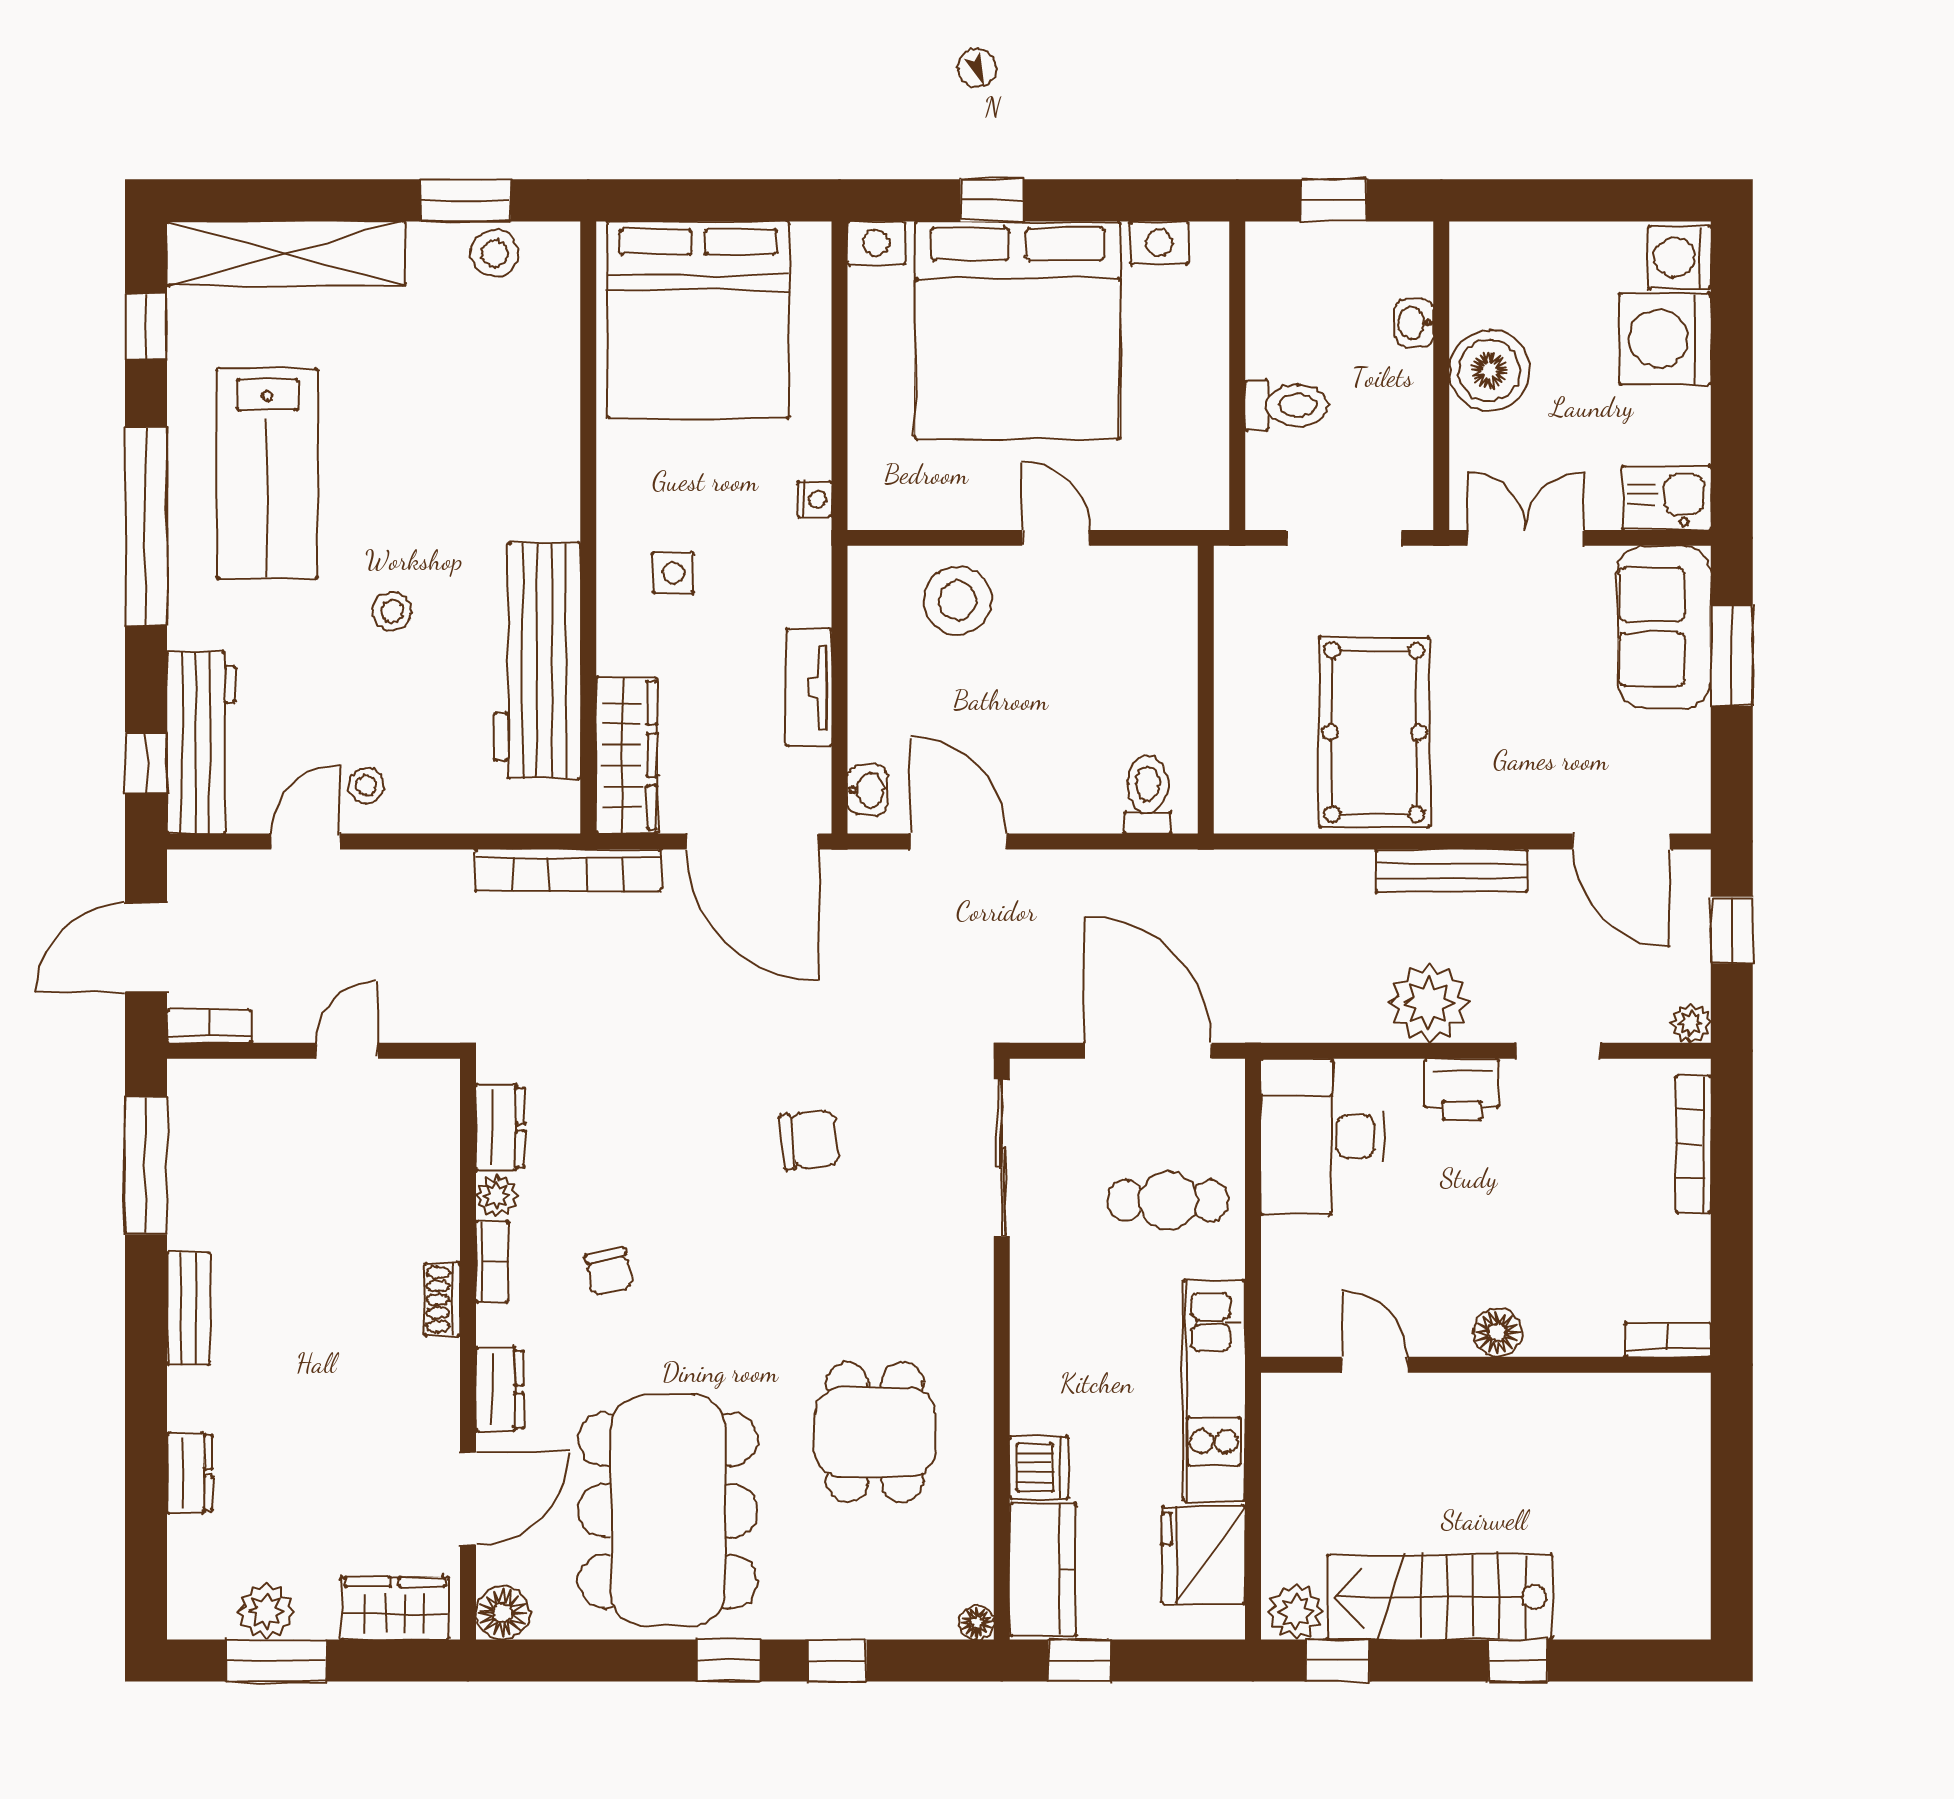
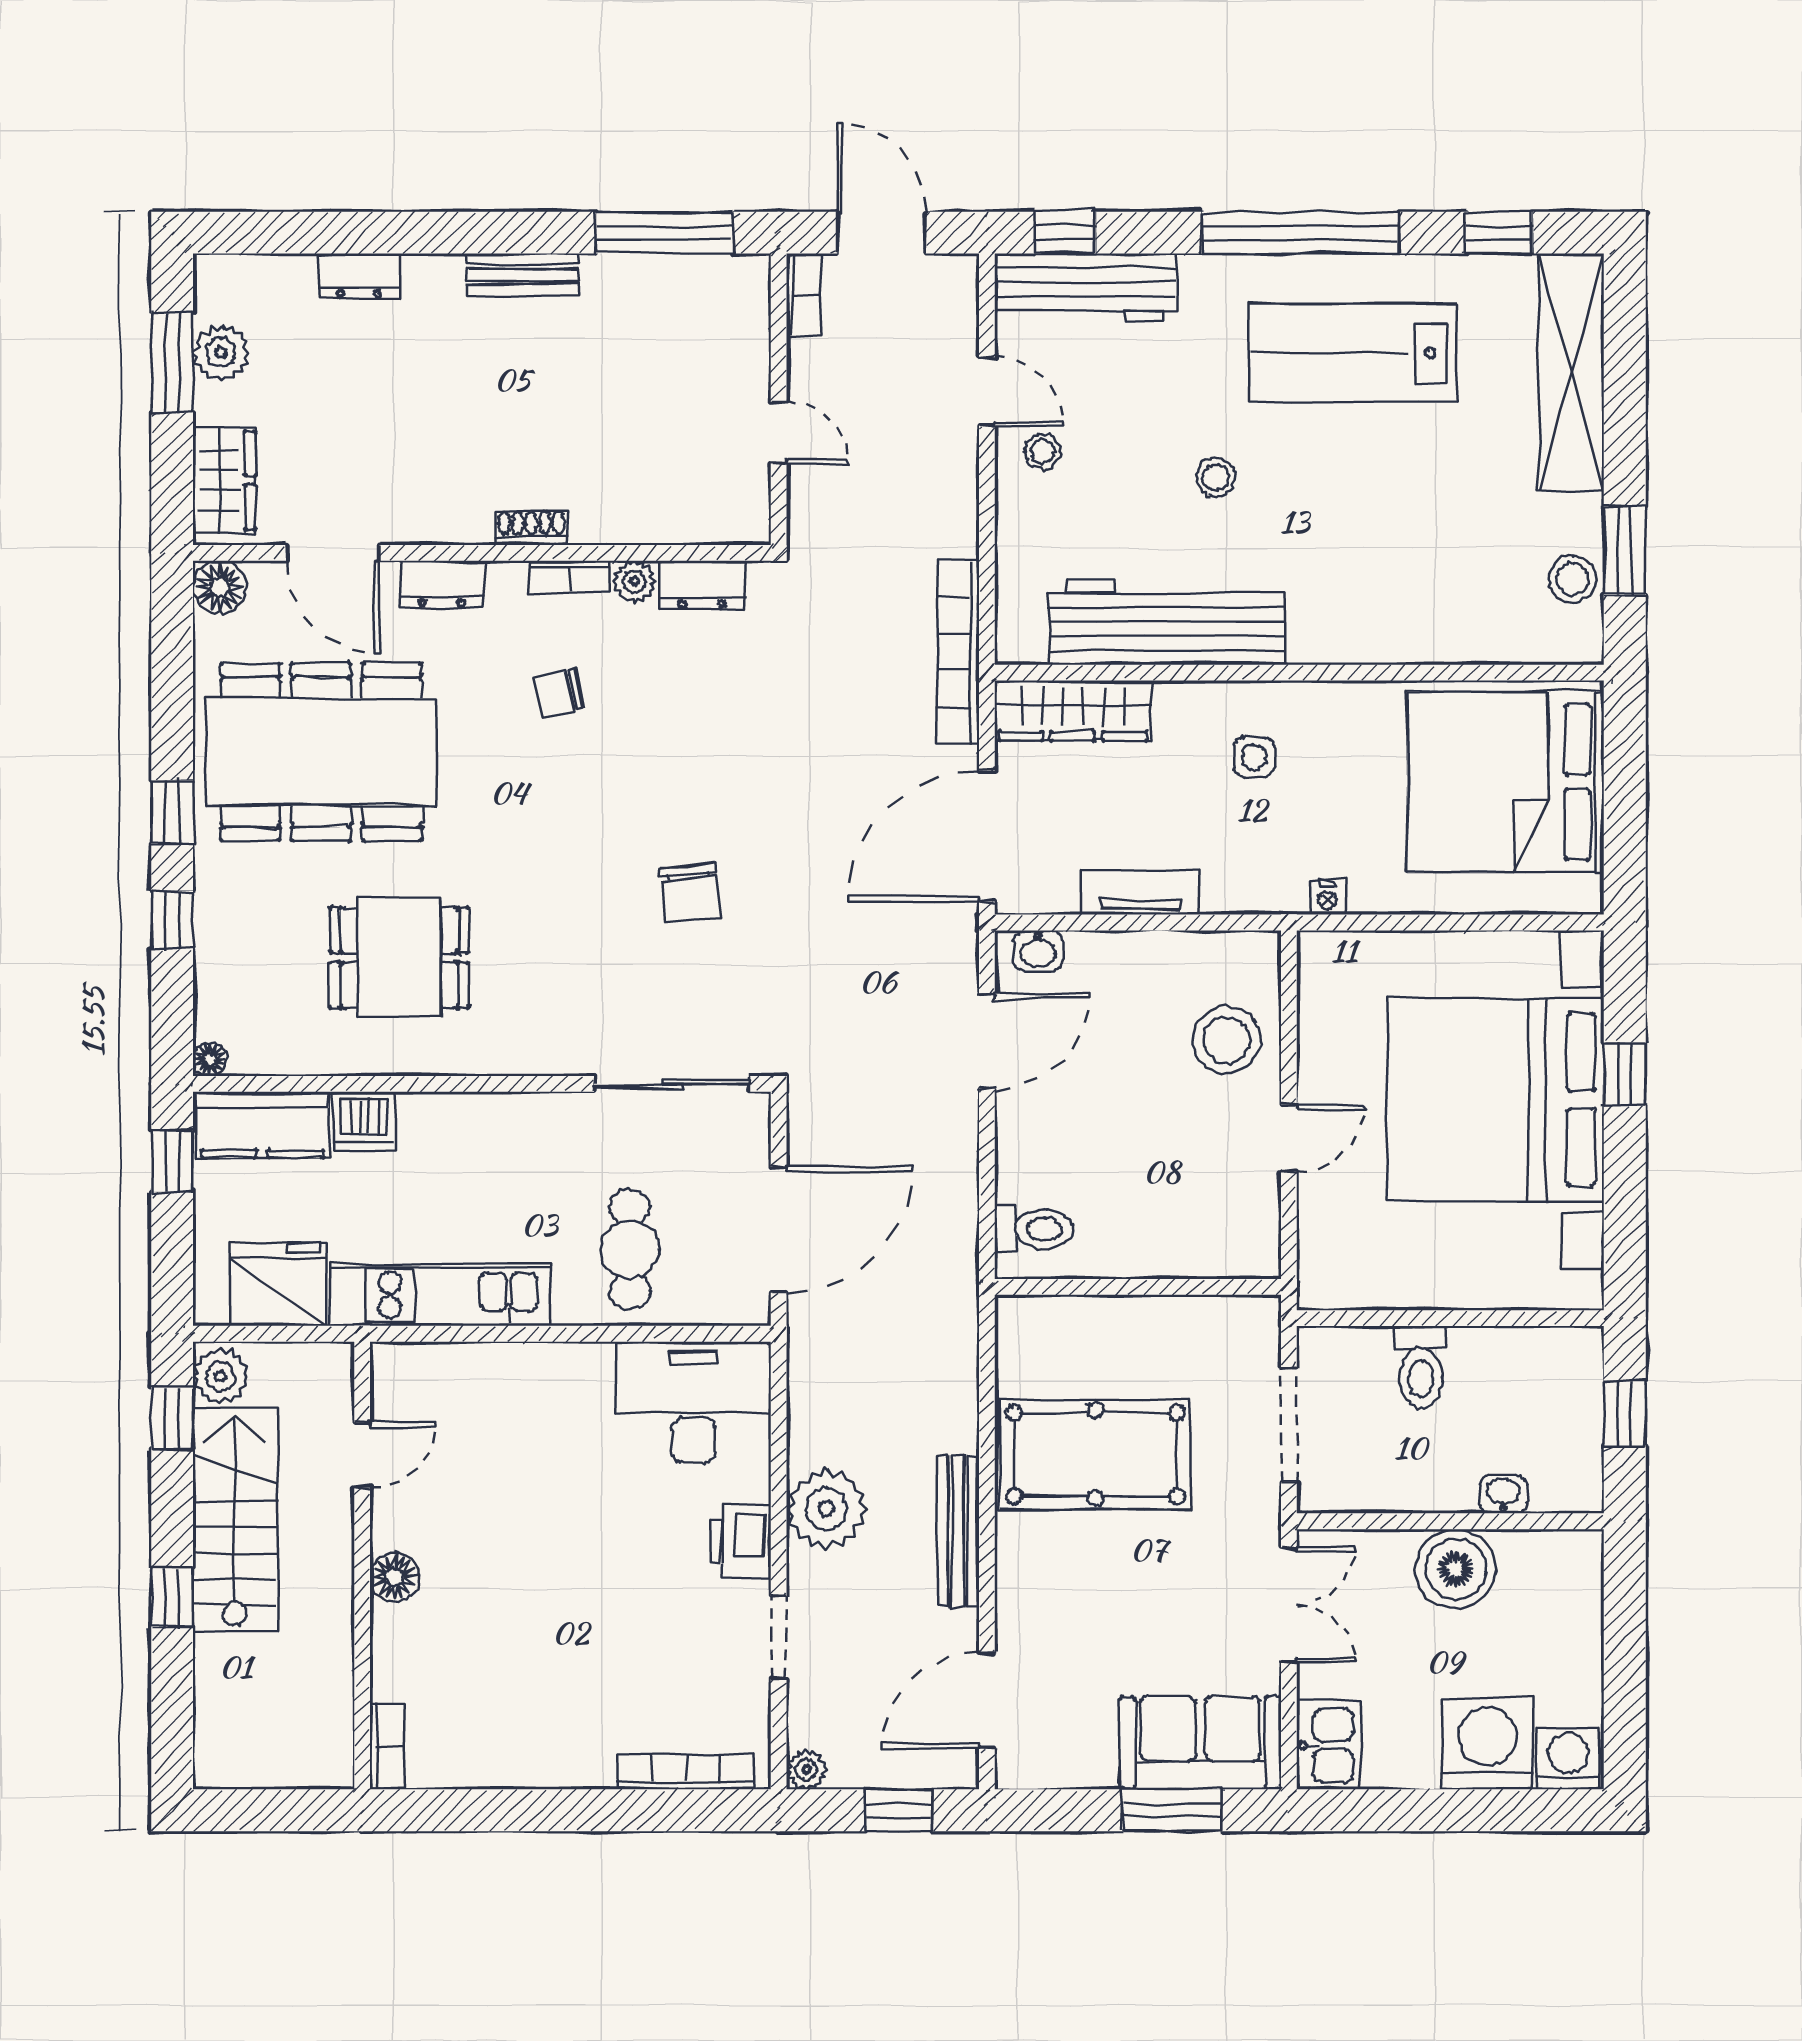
floor lamp: (1497, 1332) -> (394, 1577), moved
bookcase: (1668, 1340) -> (387, 1747), moved
door: (1375, 1365) -> (362, 1455), moved
wall: (1486, 1365) -> (362, 1565), moved

